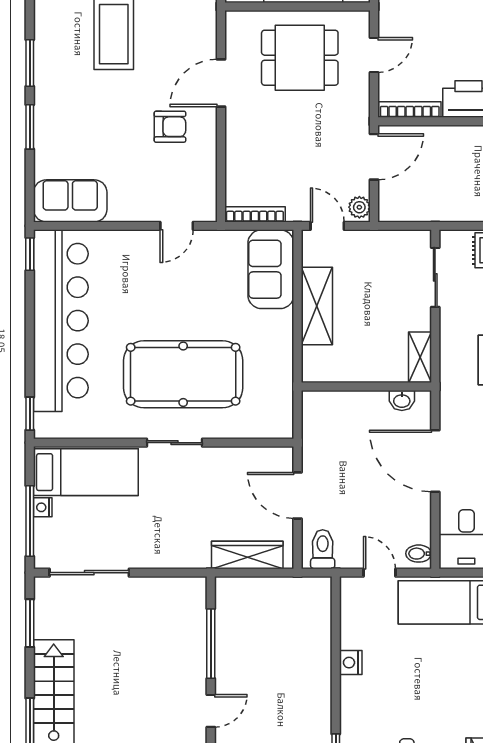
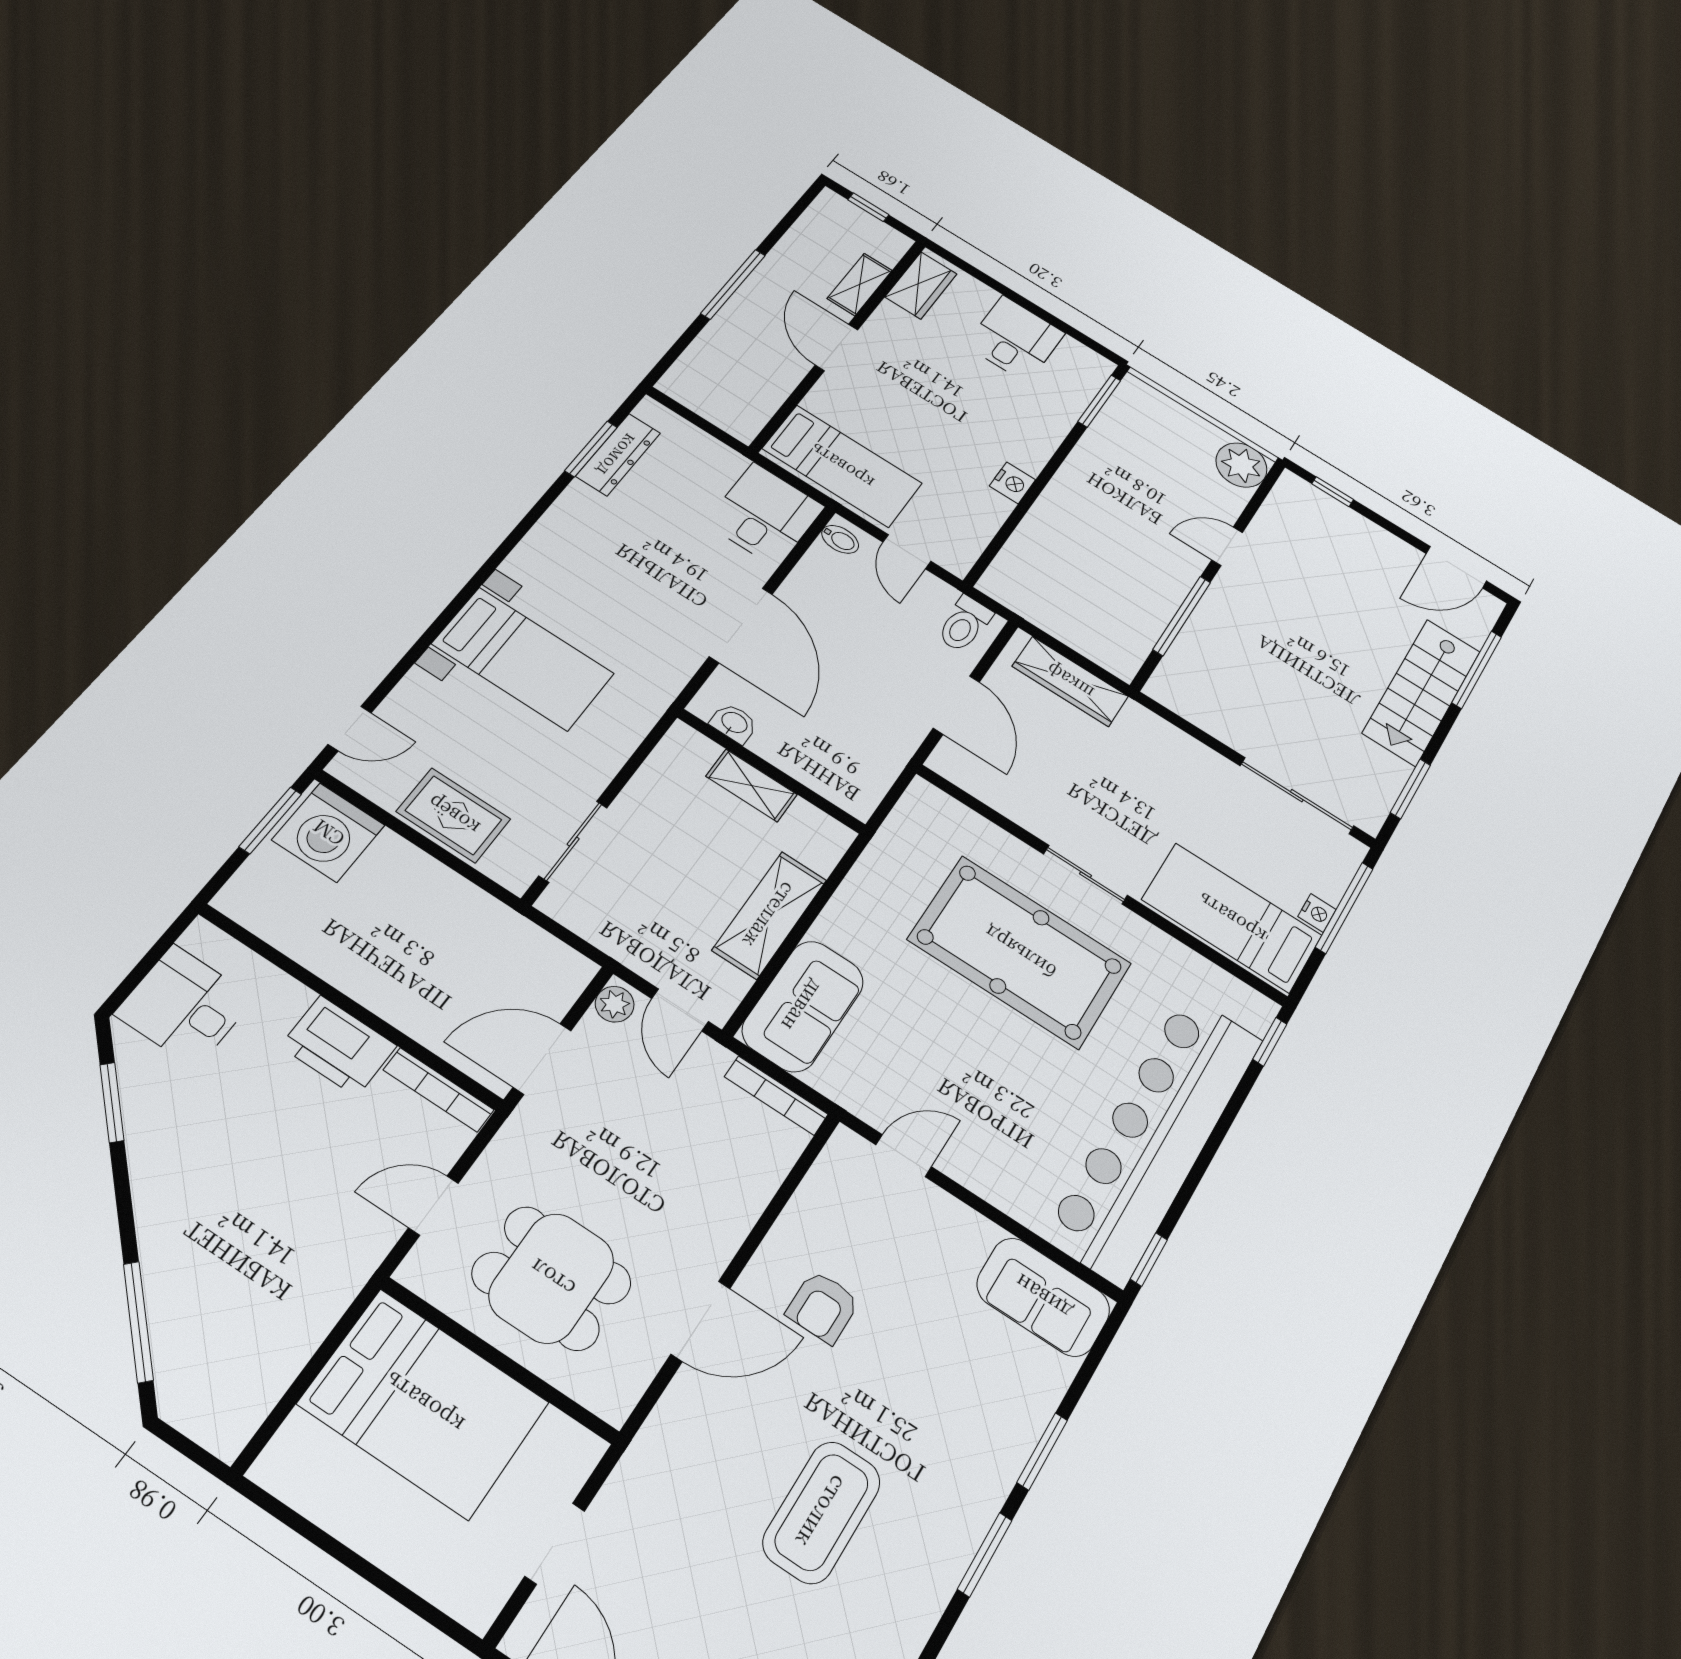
armchair: (170, 127) -> (823, 1307), turned -90
shelving: (420, 357) -> (751, 785), moved, turned 90

